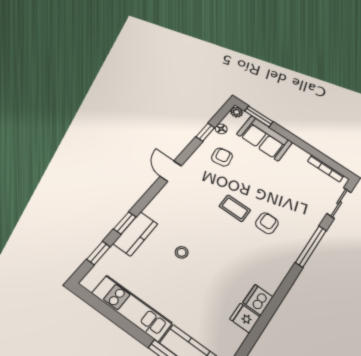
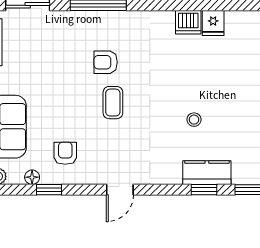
armchair: (222, 157) -> (65, 153), turned 100

